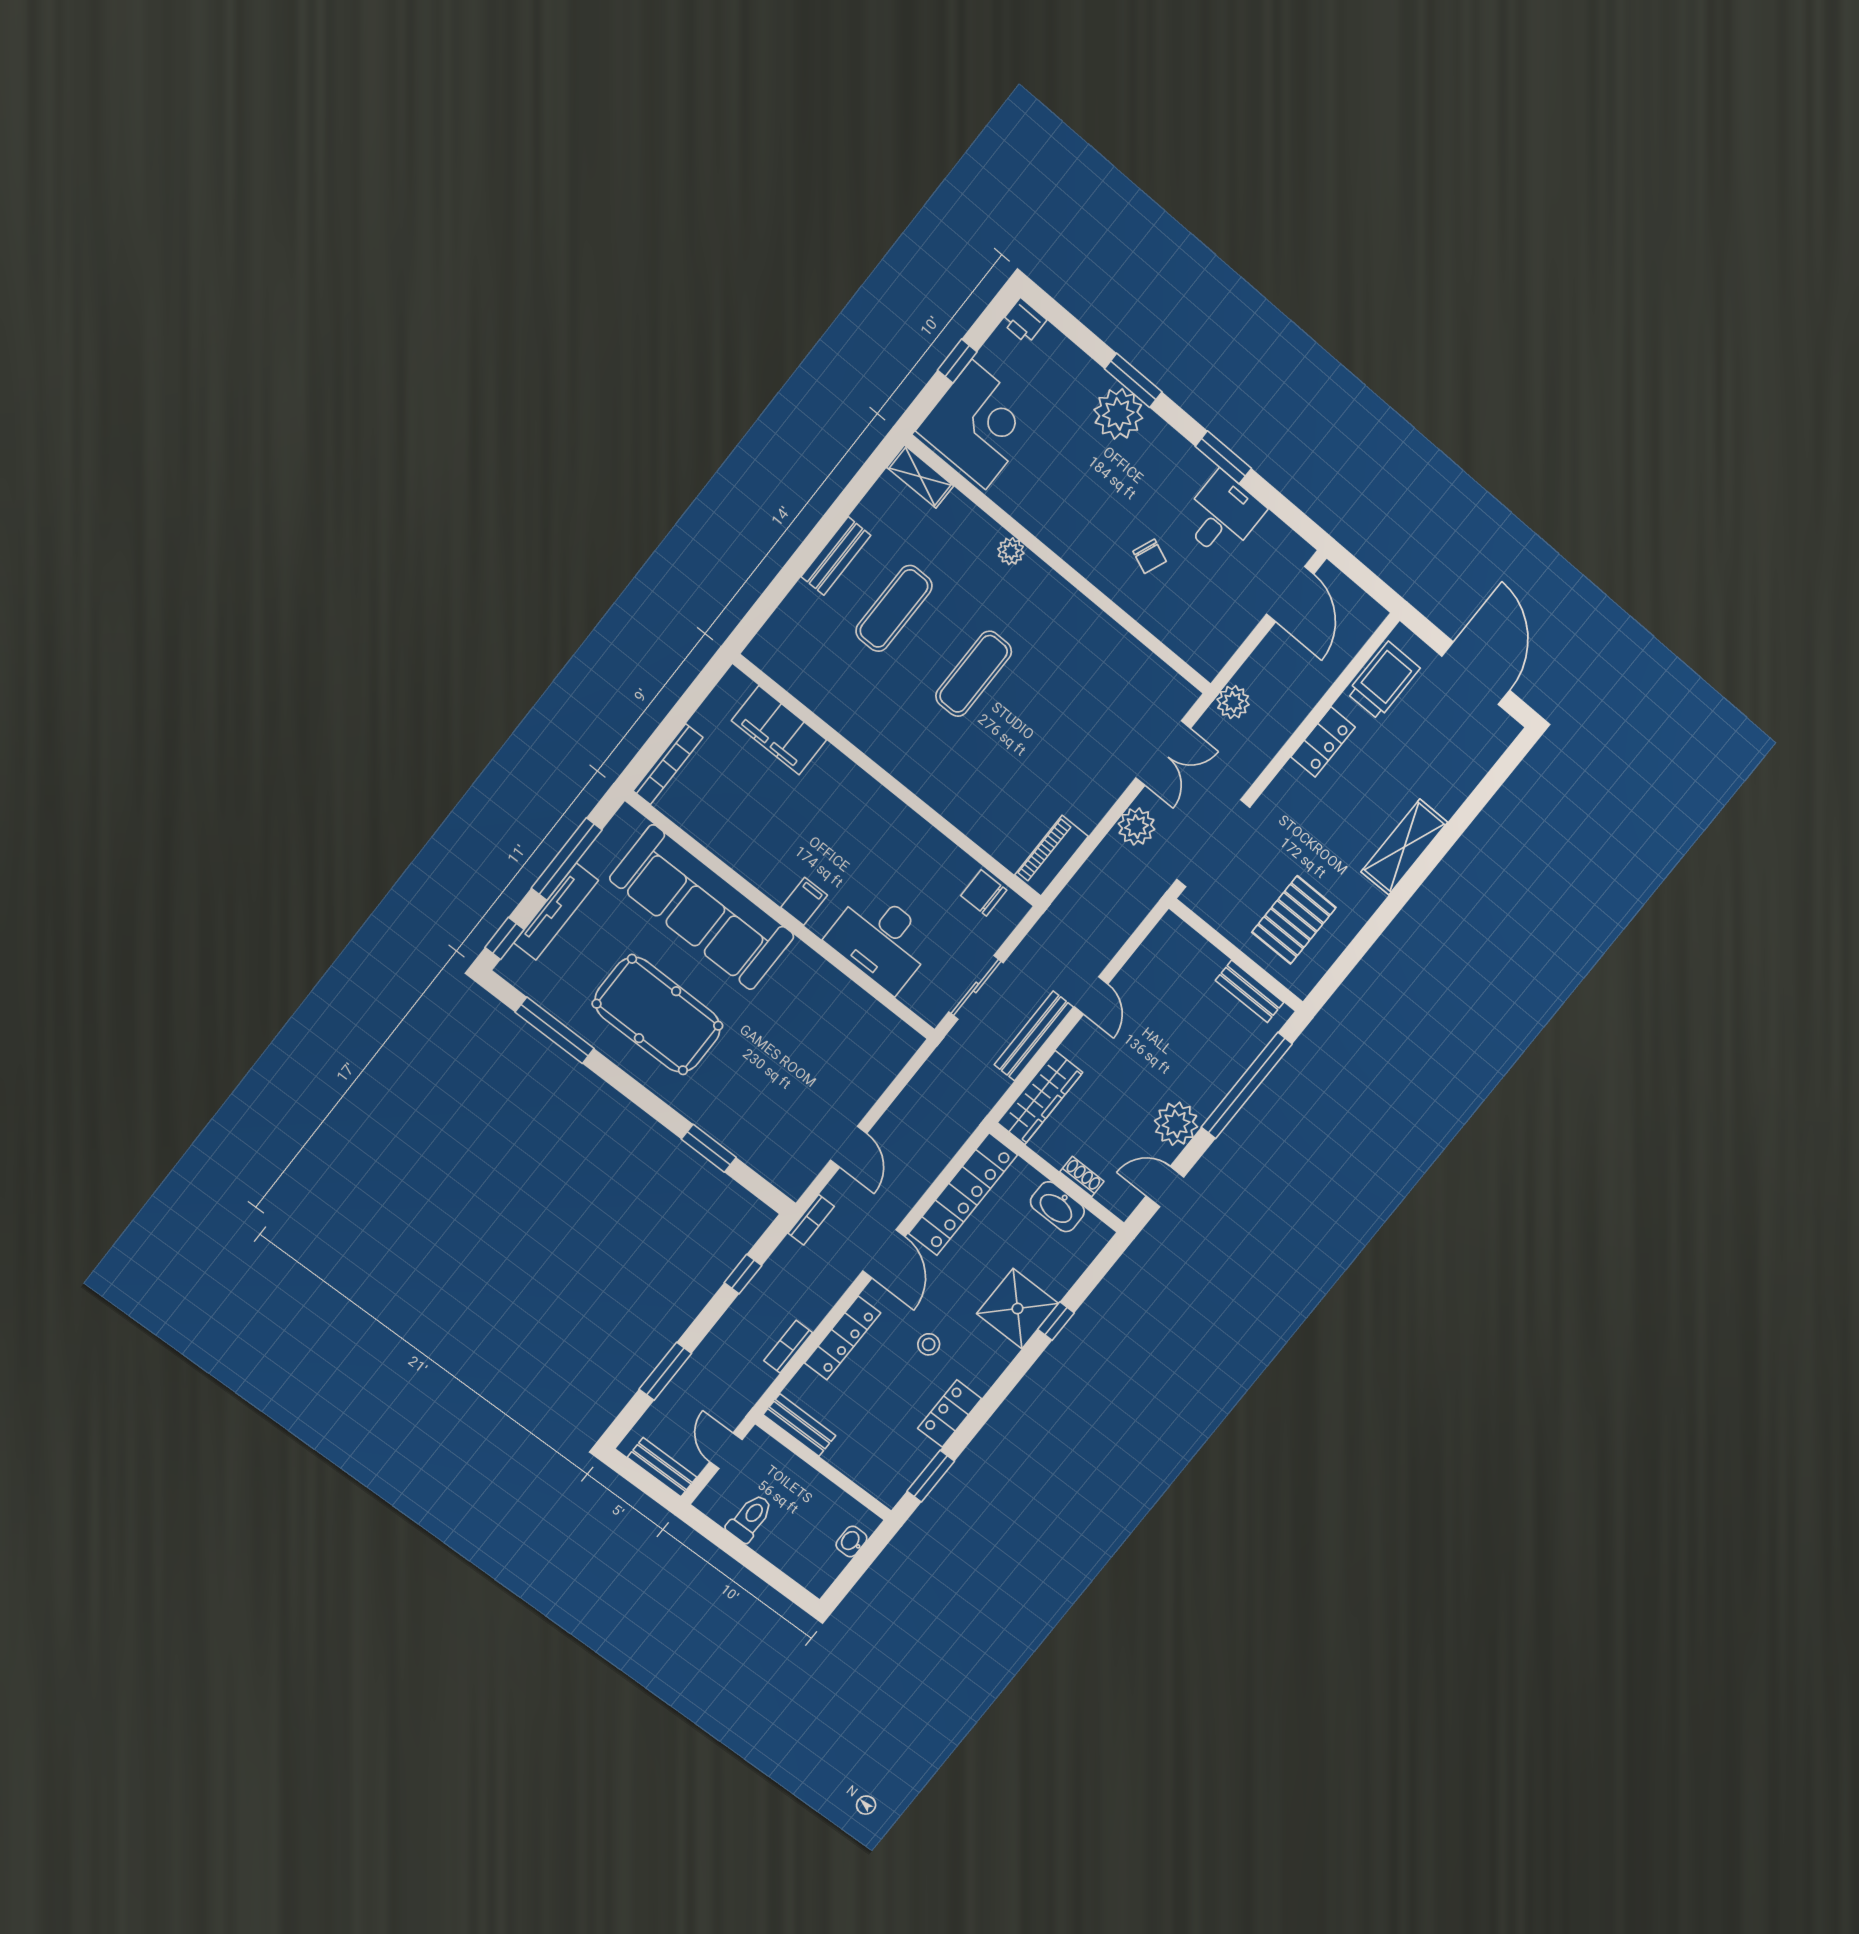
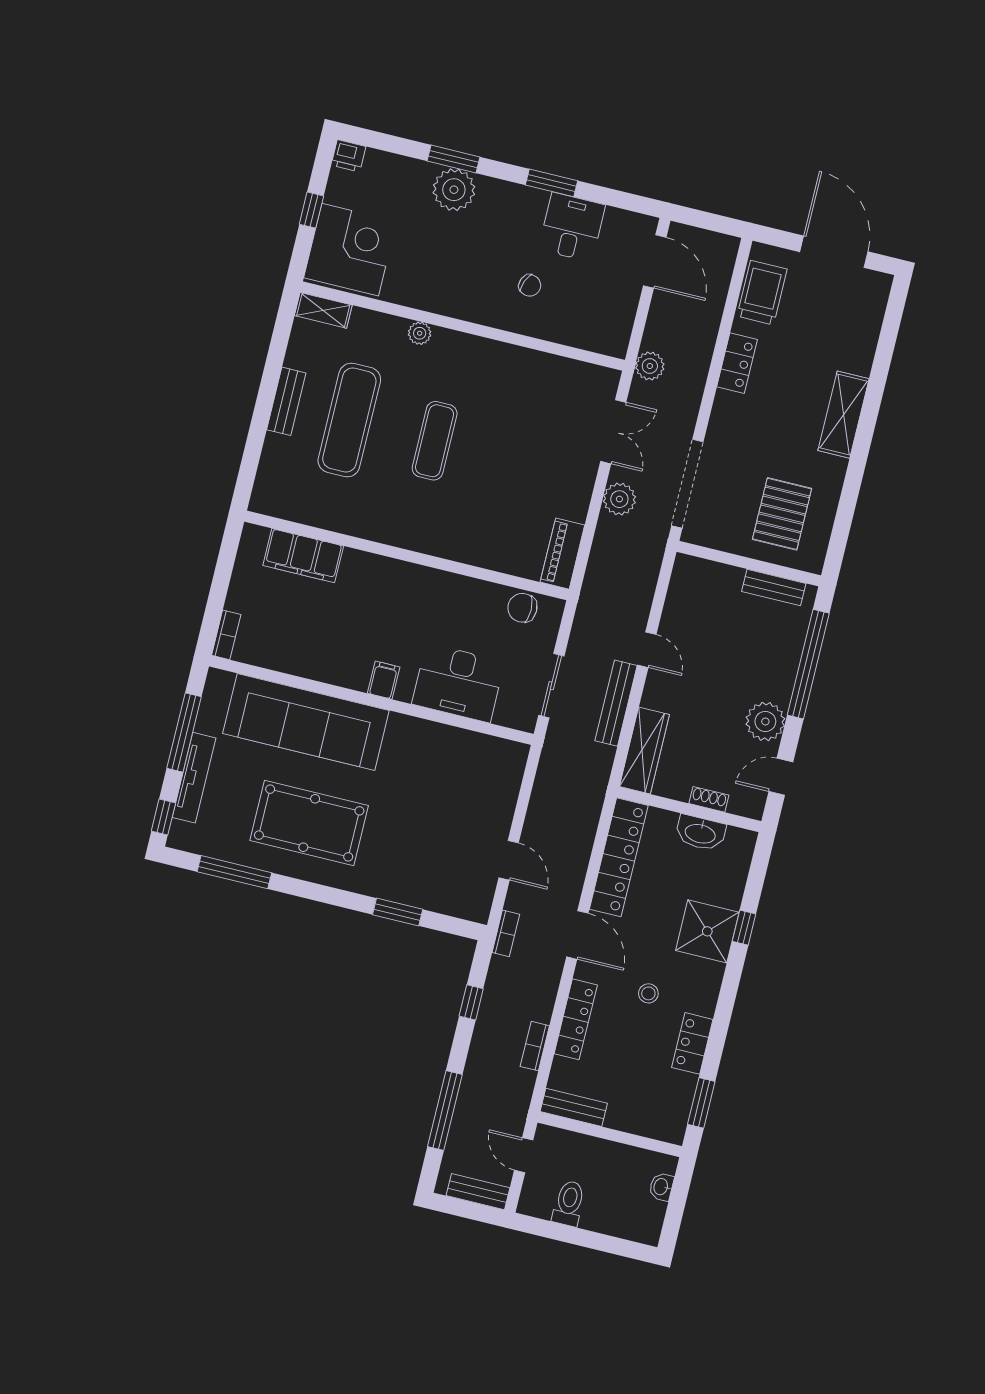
exercise mat: (894, 608) -> (349, 420), width x1.36, depth x1.45
bookcase: (668, 764) -> (226, 635), width x0.64
window: (665, 1371) -> (445, 1110), width x1.44

